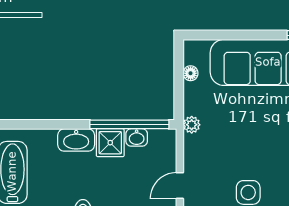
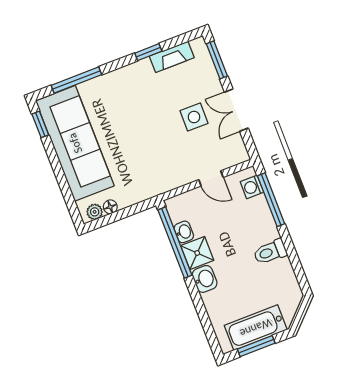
plant: (192, 125) -> (95, 212), moved
washbasin: (76, 140) -> (205, 279), width x0.72

